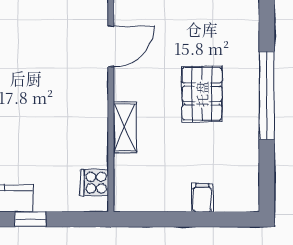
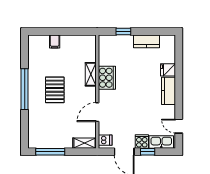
cooker: (94, 183) -> (107, 78), moved, width x1.87, depth x1.31
window: (30, 219) -> (123, 31), moved

